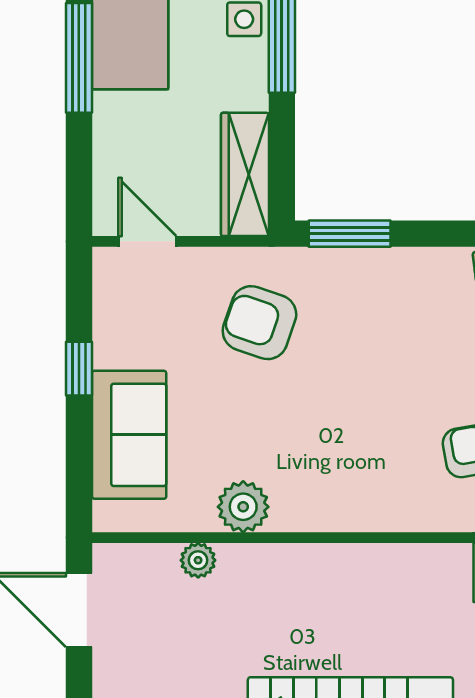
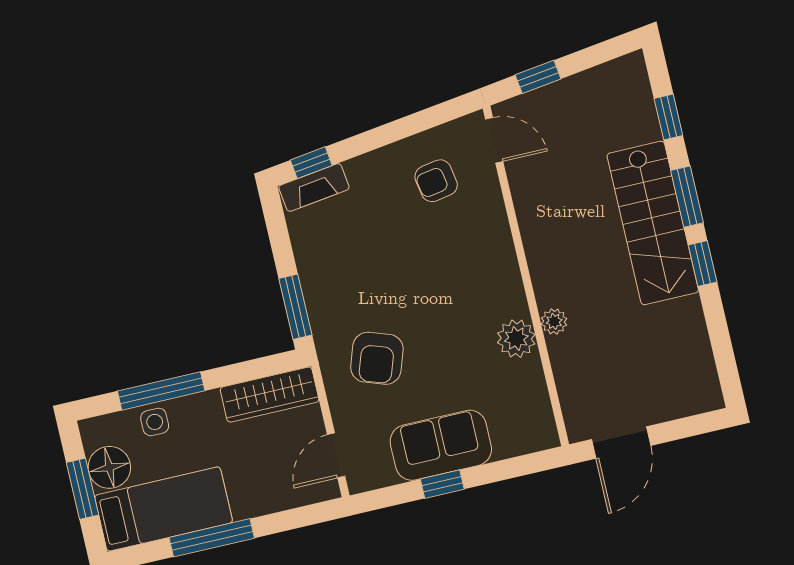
sofa: (129, 435) -> (441, 445), moved
plant: (198, 560) -> (554, 321), moved

